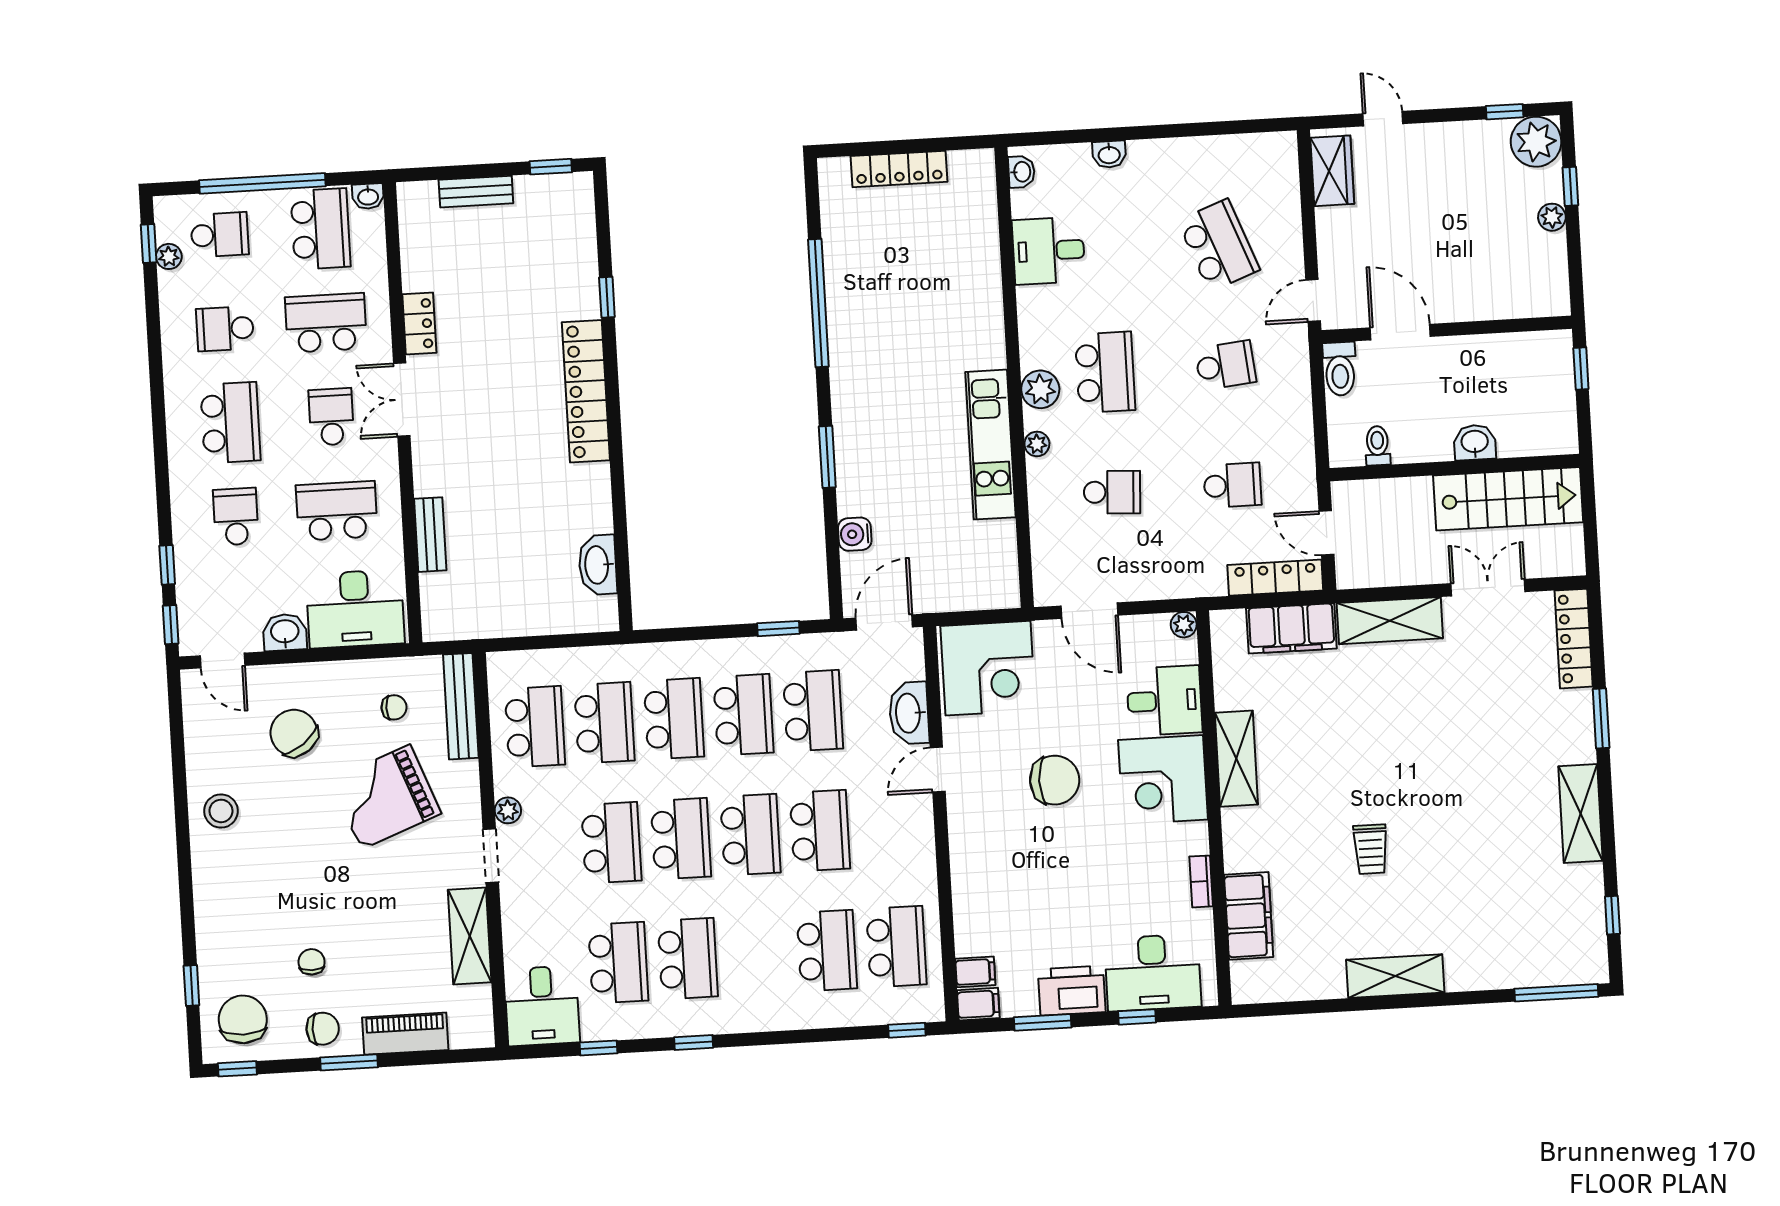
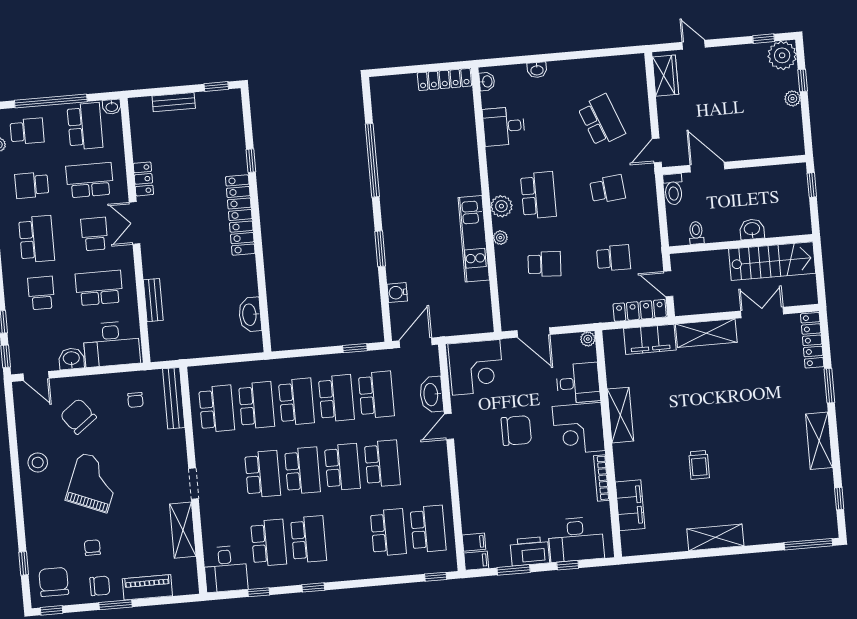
locker: (899, 169) -> (444, 79), moved
chair: (394, 707) -> (135, 400), turned 90
grand piano: (386, 797) -> (93, 483), moved, turned 133
plant: (508, 810) -> (203, 457), removed
bookcase: (1201, 881) -> (601, 478), width x1.56

